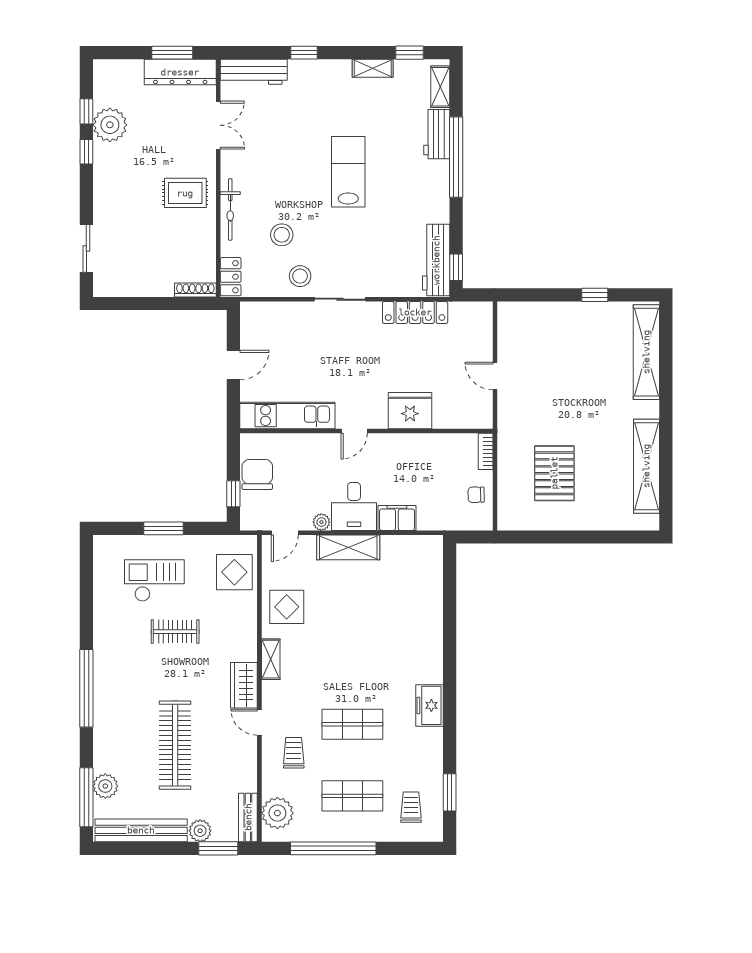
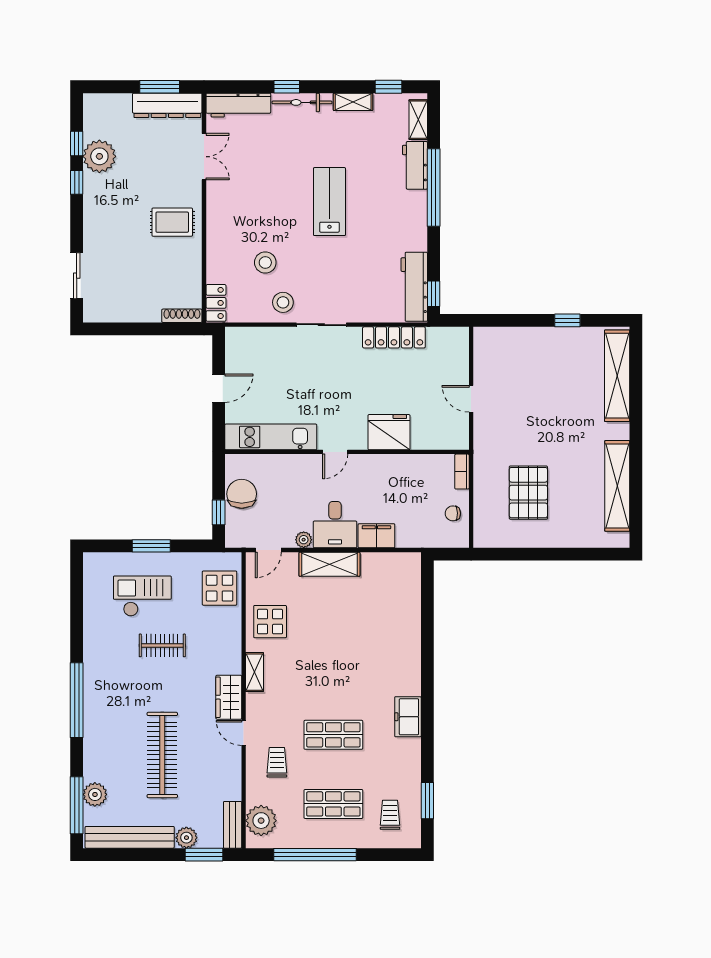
bicycle: (230, 209) -> (302, 102), moved, turned 90

